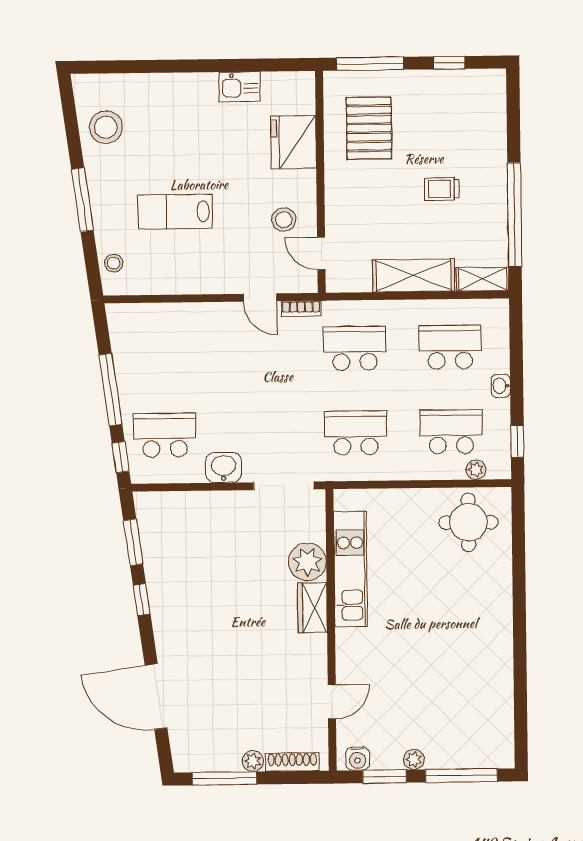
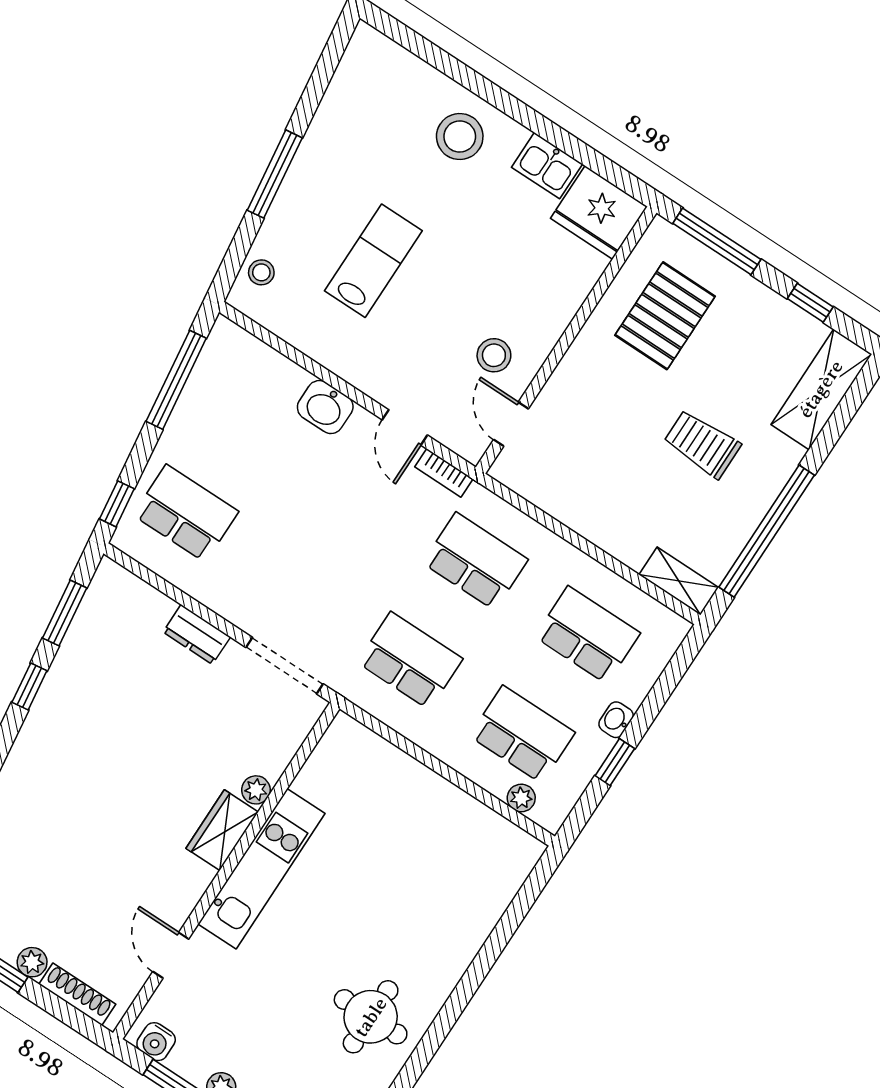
stool: (106, 127) -> (460, 136), moved
fridge: (294, 142) -> (599, 213), moved, turned -90
trolley: (442, 189) -> (702, 444), width x1.36, depth x1.39
lab bench: (175, 212) -> (373, 261), turned 90
shelving: (414, 275) -> (821, 389), moved, turned 90
window: (111, 390) -> (176, 380), moved
window: (517, 441) -> (615, 762), moved
washbasin: (224, 468) -> (325, 407), moved, turned 180
dresser: (220, 502) -> (197, 634), added
round table: (468, 522) -> (371, 1017), moved
plant: (307, 562) -> (256, 790), width x0.53, depth x0.53
kitchen unit: (350, 569) -> (262, 869), moved
door: (332, 702) -> (171, 955), swing flipped

